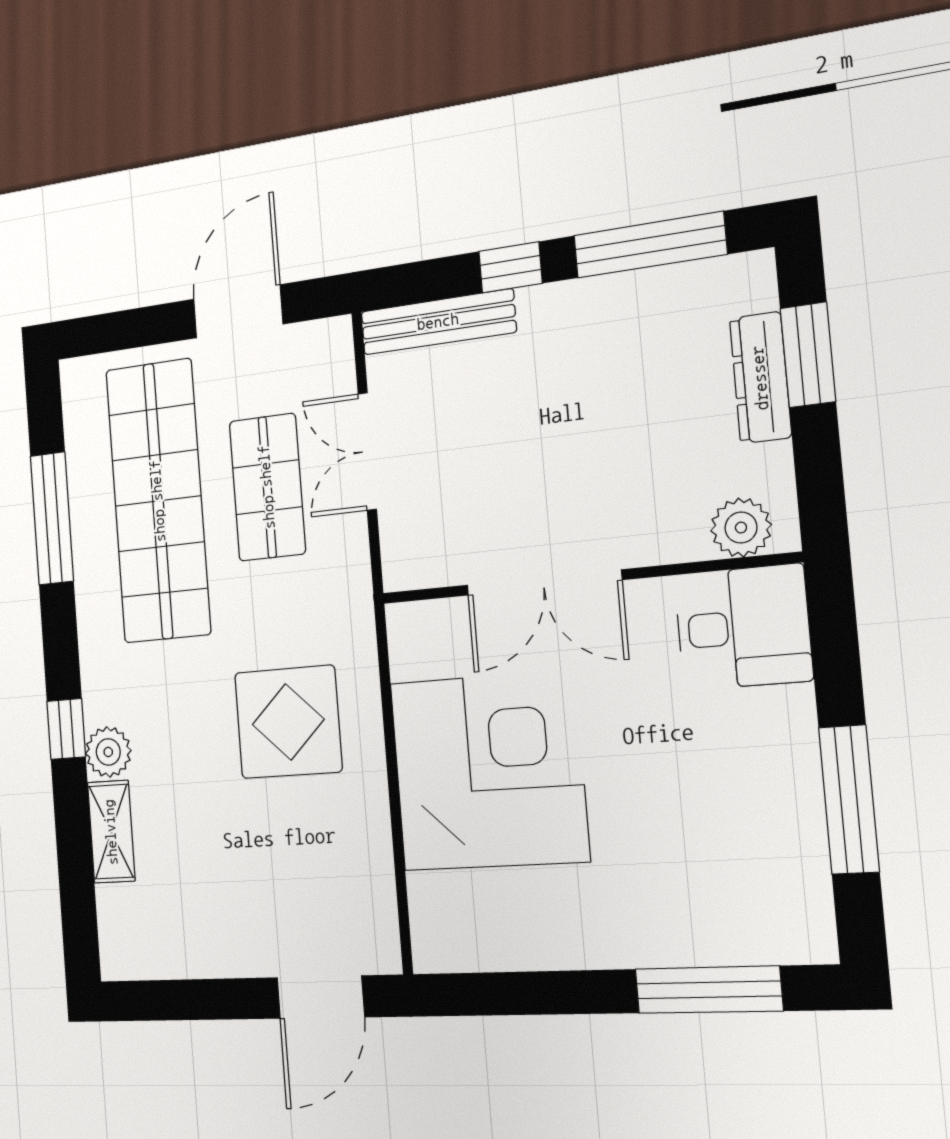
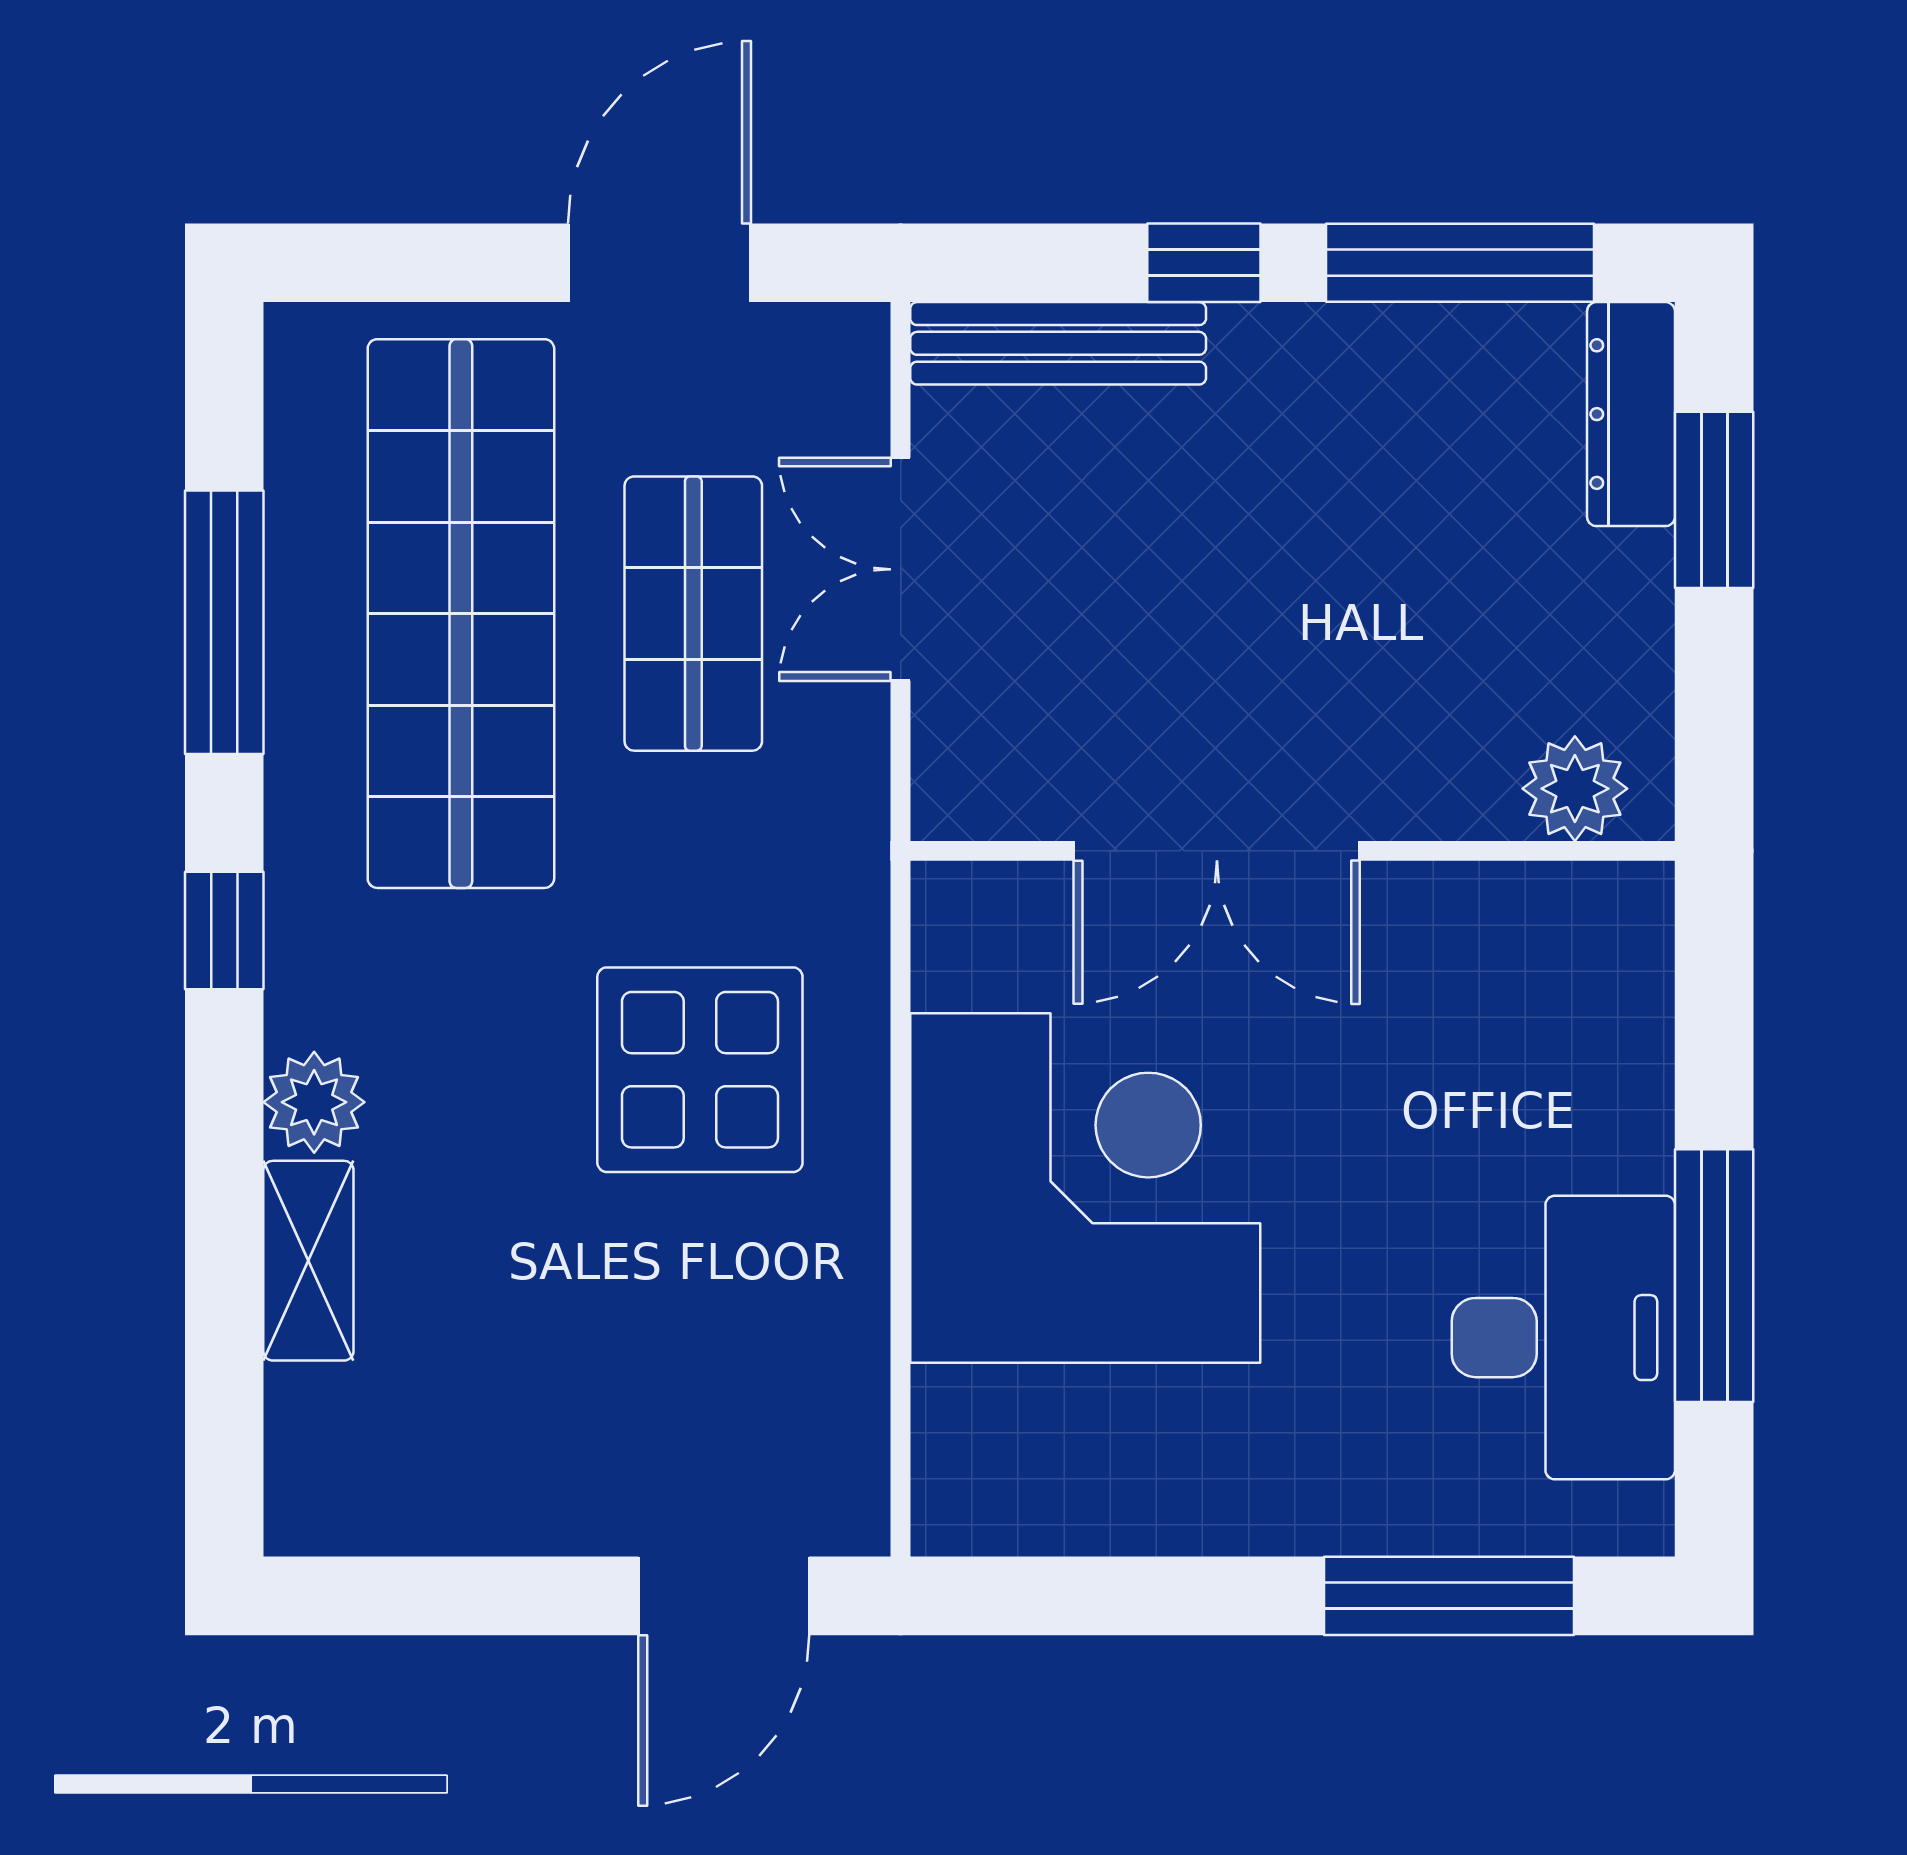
dresser: (760, 378) -> (1631, 414), moved
desk: (743, 627) -> (1563, 1338), moved, width x1.37
window: (66, 729) -> (224, 931), moved

